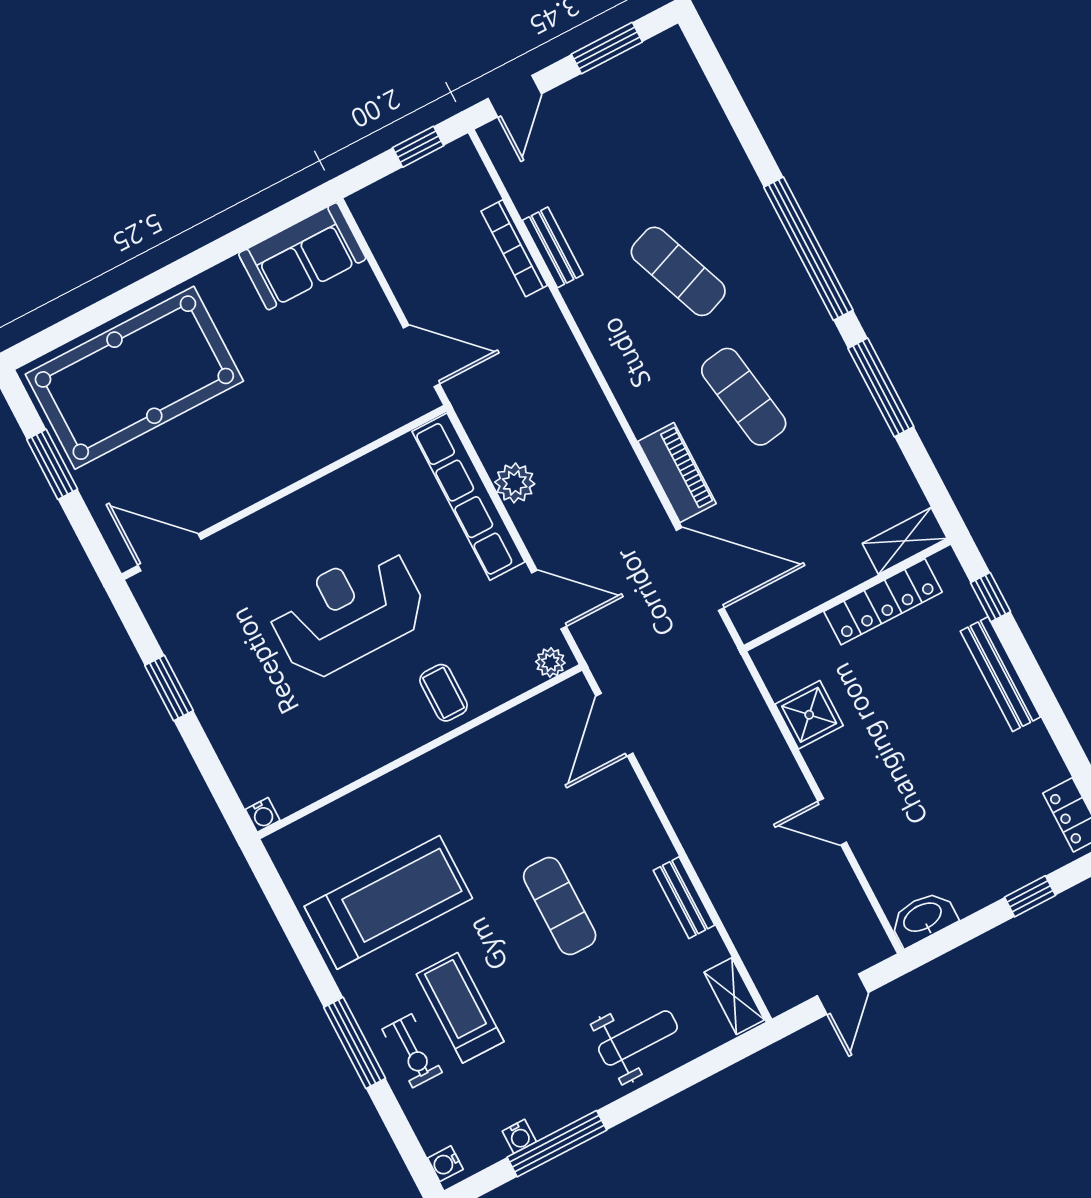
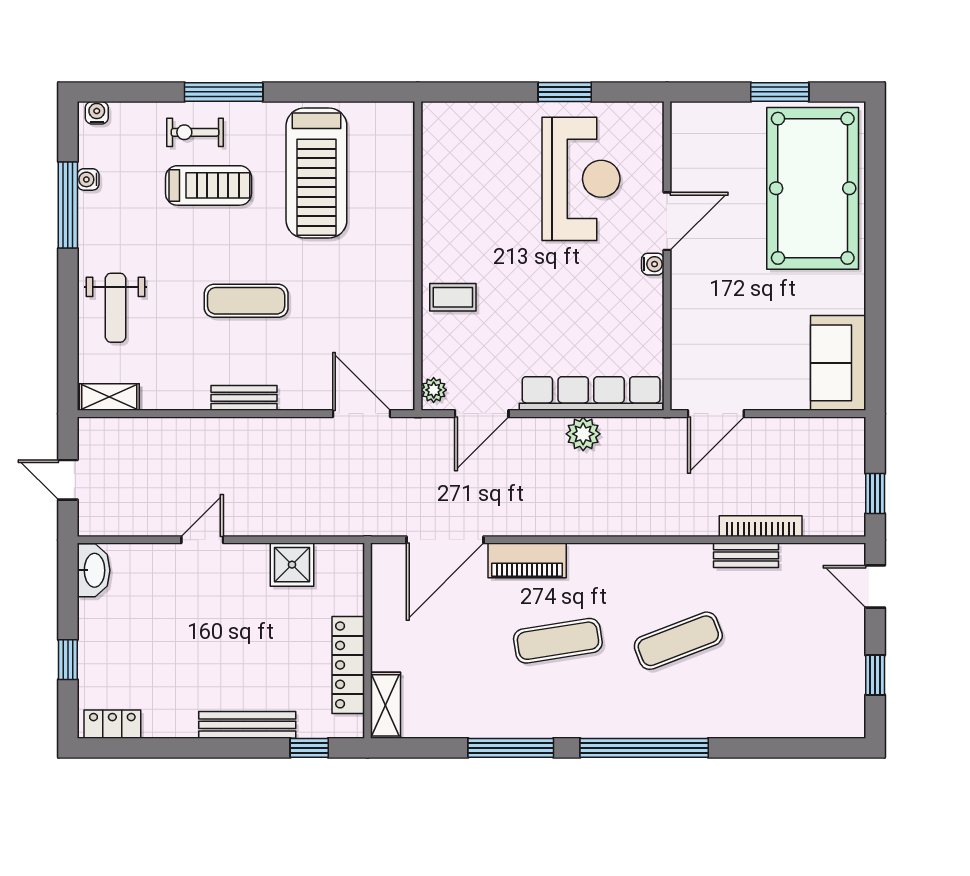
window: (607, 48) -> (875, 675), width x0.67
door: (170, 552) -> (667, 221), moved
reception desk: (348, 613) -> (581, 179), moved
water cooler: (263, 815) -> (653, 264), moved, turned 180
bench: (684, 898) -> (244, 398), moved

